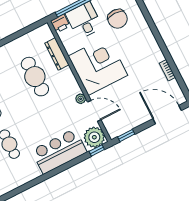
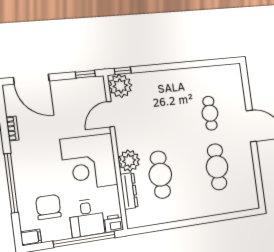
window: (153, 27) -> (11, 183), added
plant: (81, 99) -> (129, 161), moved, width x1.88, depth x1.88
door: (94, 111) -> (110, 114), hinge flipped
bar counter: (59, 151) -> (162, 86), removed

